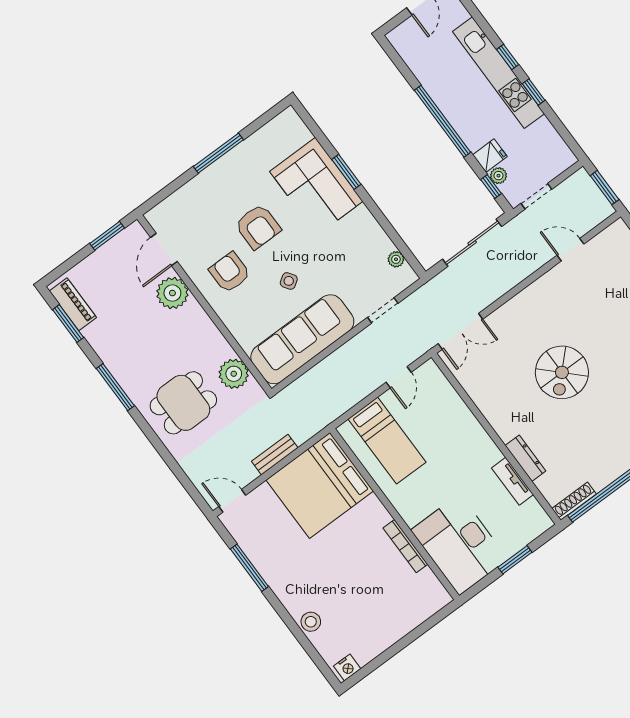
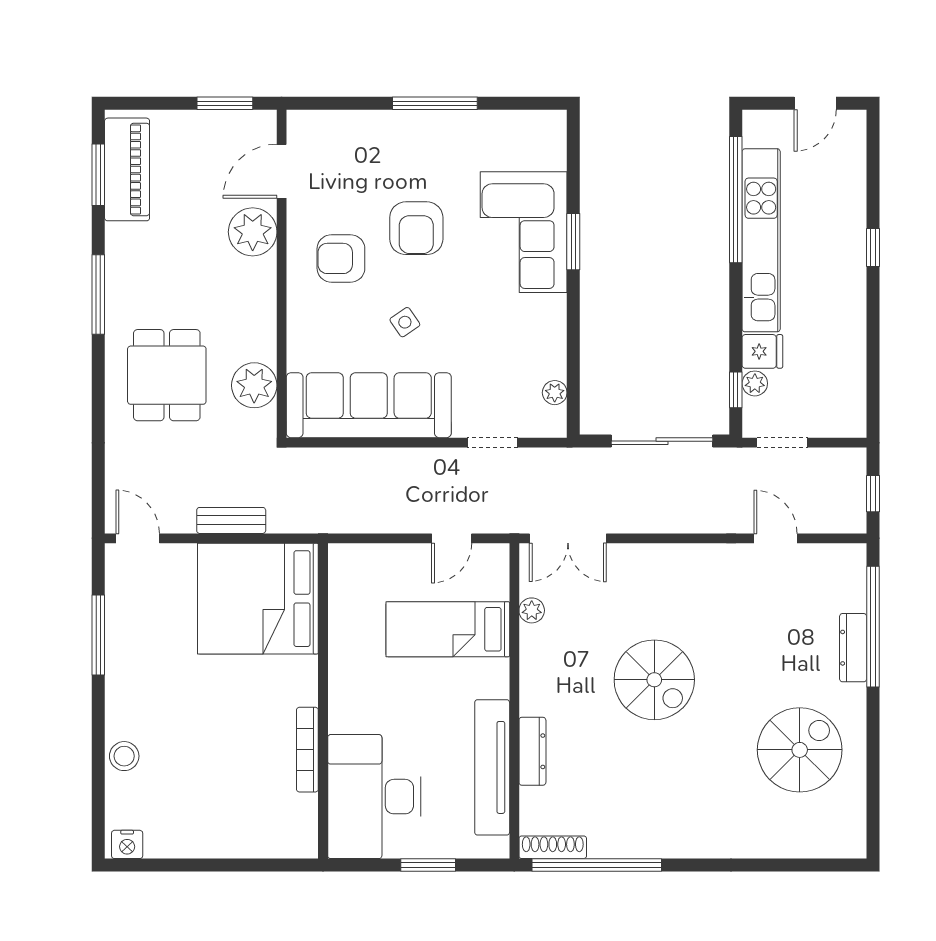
kitchen unit: (498, 73) -> (761, 240), moved, turned 180
window: (534, 92) -> (873, 313), removed
window: (442, 121) -> (736, 200), moved
window: (605, 188) -> (873, 494), width x0.67
armchair: (230, 272) -> (341, 258), turned -90
piano: (73, 304) -> (127, 169), width x1.37, depth x1.33
spiral stairs: (562, 372) -> (654, 680), turned -90
plant: (470, 384) -> (532, 610), added
dining table: (183, 403) -> (167, 375), turned 90
bed: (387, 441) -> (448, 629), moved, turned 90
tv unit: (512, 481) -> (492, 767), width x1.92, depth x1.29

